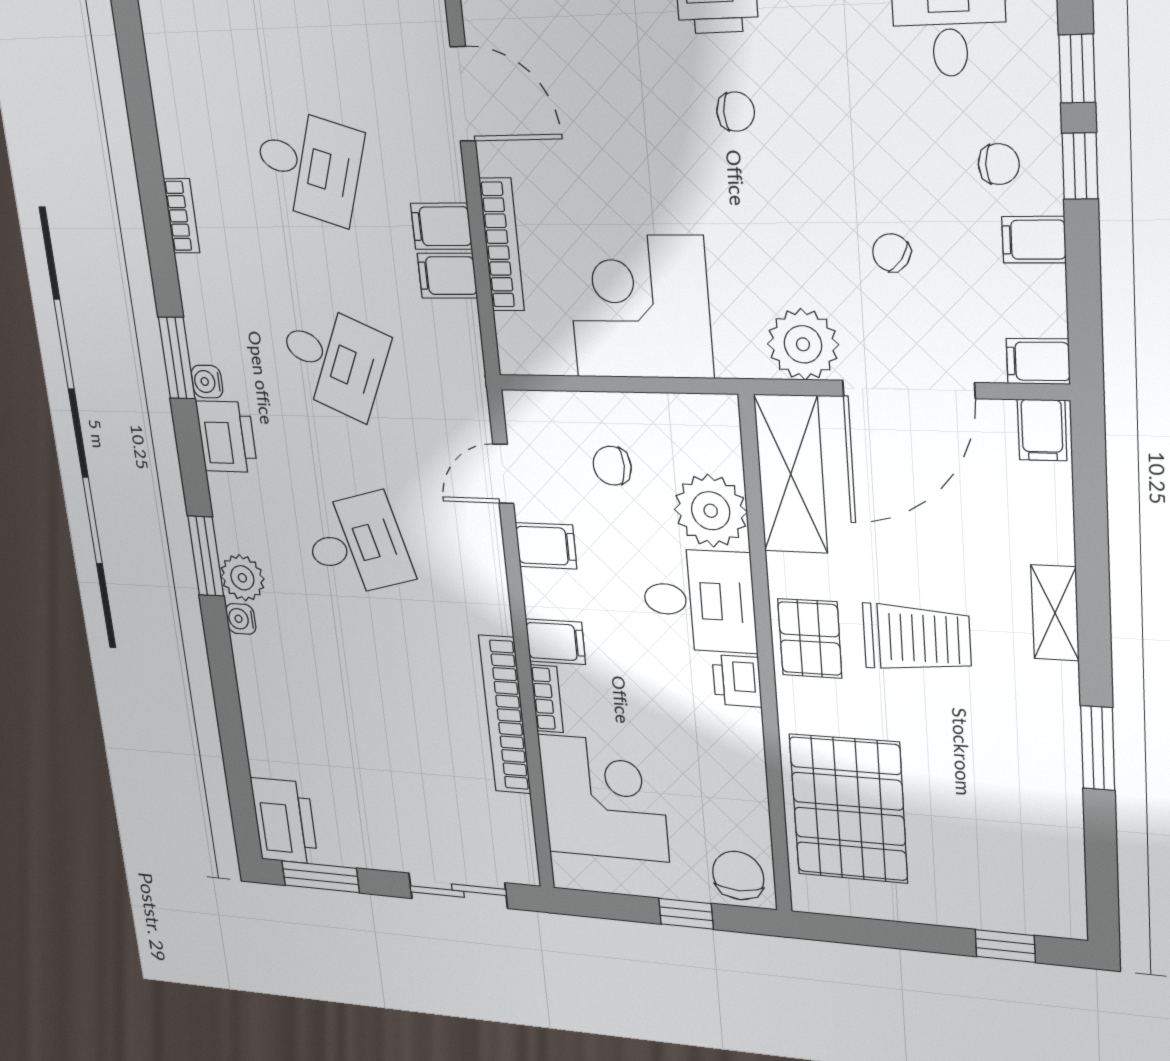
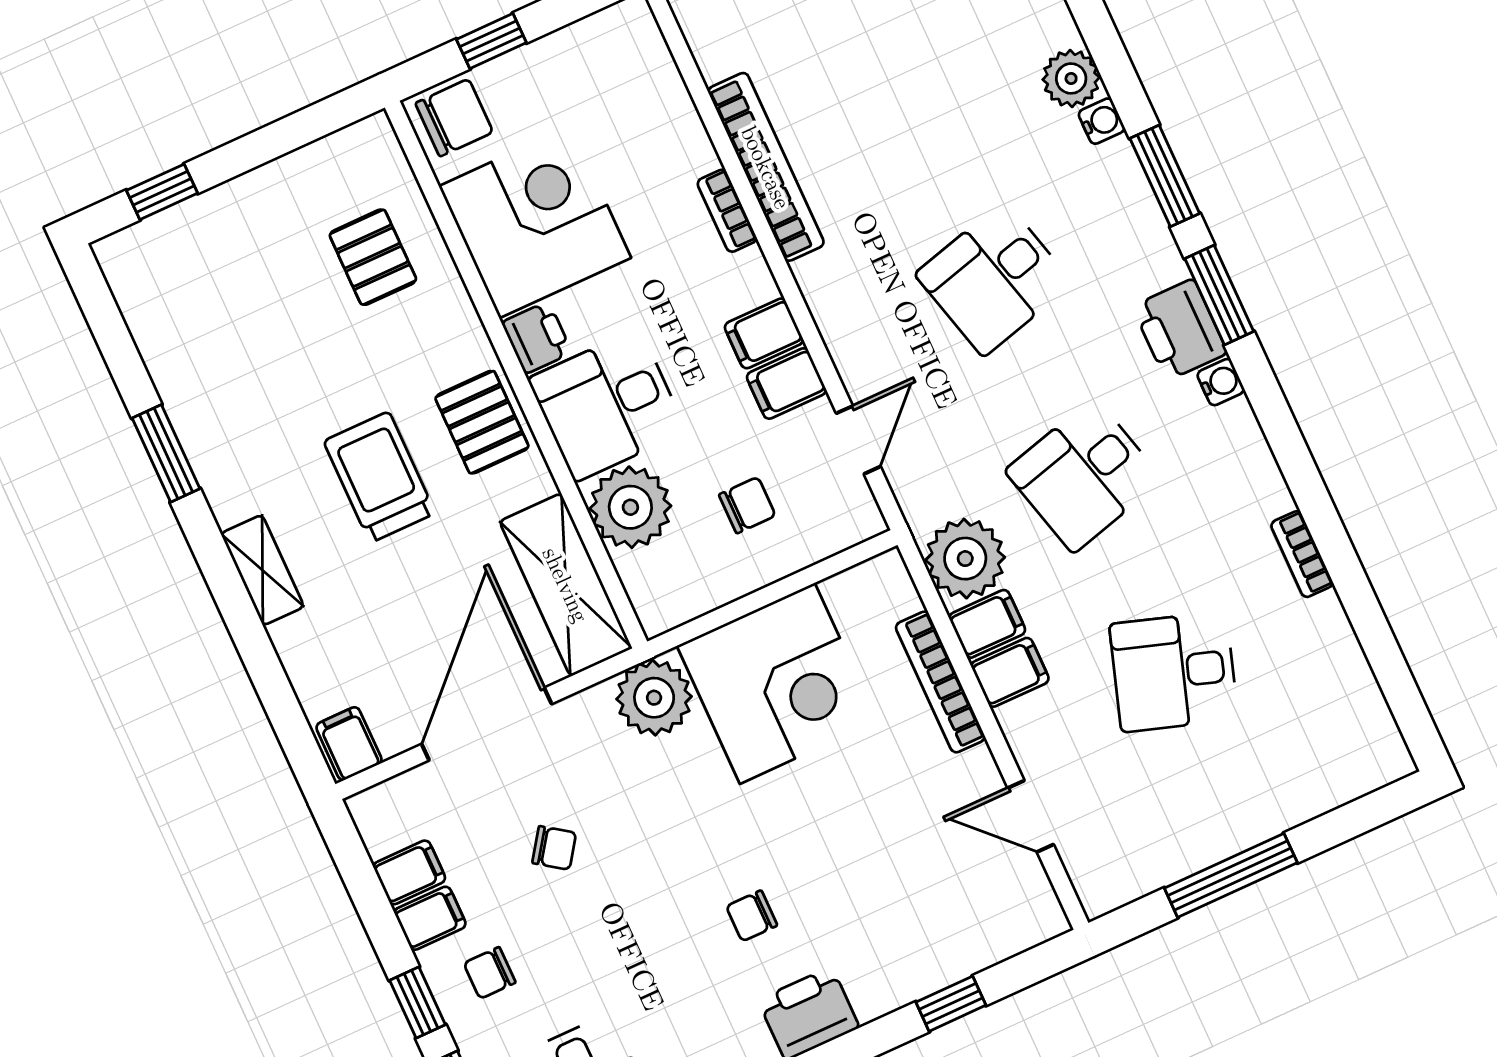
door: (463, 94) -> (1031, 816), width x0.73
plant: (448, 338) -> (965, 559), added
plant: (803, 344) -> (654, 698), moved
window: (177, 358) -> (1219, 295), moved
desk: (333, 360) -> (1084, 475), turned -39
filing cabinet: (1038, 361) -> (409, 872), moved
plant: (242, 578) -> (1071, 78), moved
trolley: (917, 638) -> (379, 477), turned 90
filing cabinet: (555, 642) -> (764, 333), moved
corner desk: (603, 798) -> (535, 222), moved, turned 180
pallet: (848, 809) -> (373, 257), width x0.49, depth x0.50
chair: (738, 876) -> (454, 118), turned -90

